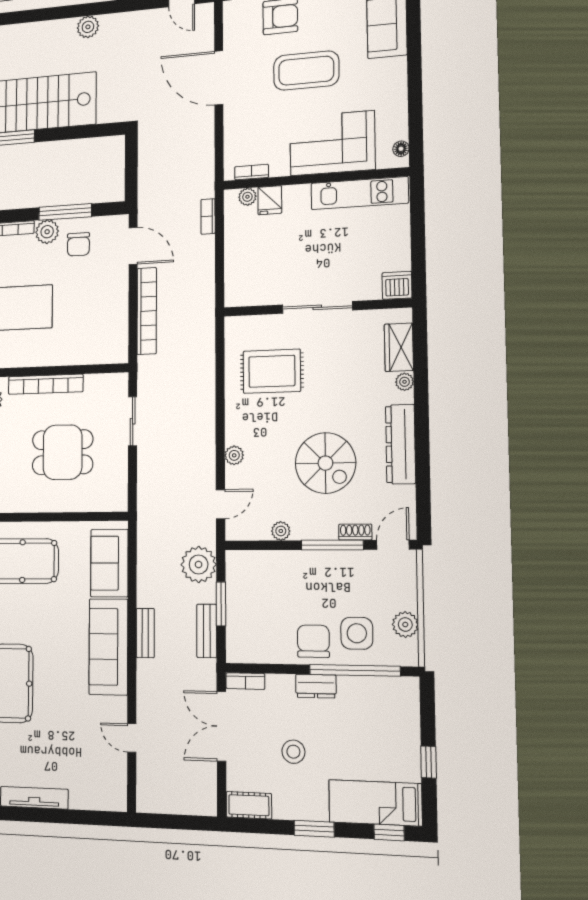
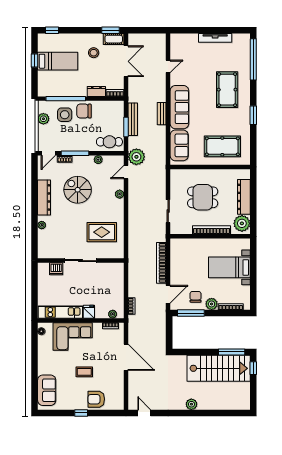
coffee table: (306, 71) -> (84, 372), width x0.54, depth x0.58
door: (219, 78) -> (126, 357), moved
fridge: (270, 200) -> (89, 312), moved
window: (65, 212) -> (191, 313), moved
door: (133, 246) -> (168, 294), swing flipped
dishwasher: (397, 285) -> (56, 269), moved
wardrobe: (399, 347) -> (44, 241), removed
plant: (199, 564) -> (136, 157), moved
cafe table: (257, 571) -> (109, 142), added
bench: (207, 631) -> (133, 119), width x1.36
chair: (313, 641) -> (84, 111), turned 90
dresser: (316, 686) -> (96, 91), moved
double door: (221, 726) -> (126, 61), moved
door: (132, 738) -> (168, 66), hinge flipped
stool: (293, 752) -> (94, 53), moved
bed: (375, 803) -> (58, 61), moved
window: (314, 829) -> (111, 30), moved

